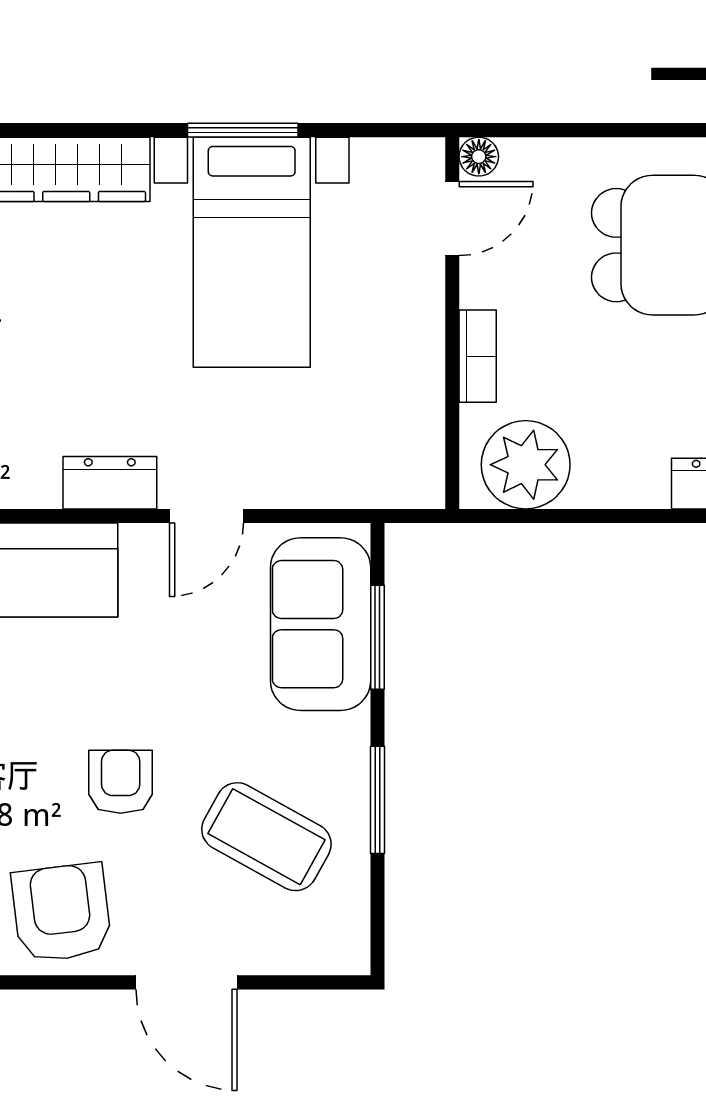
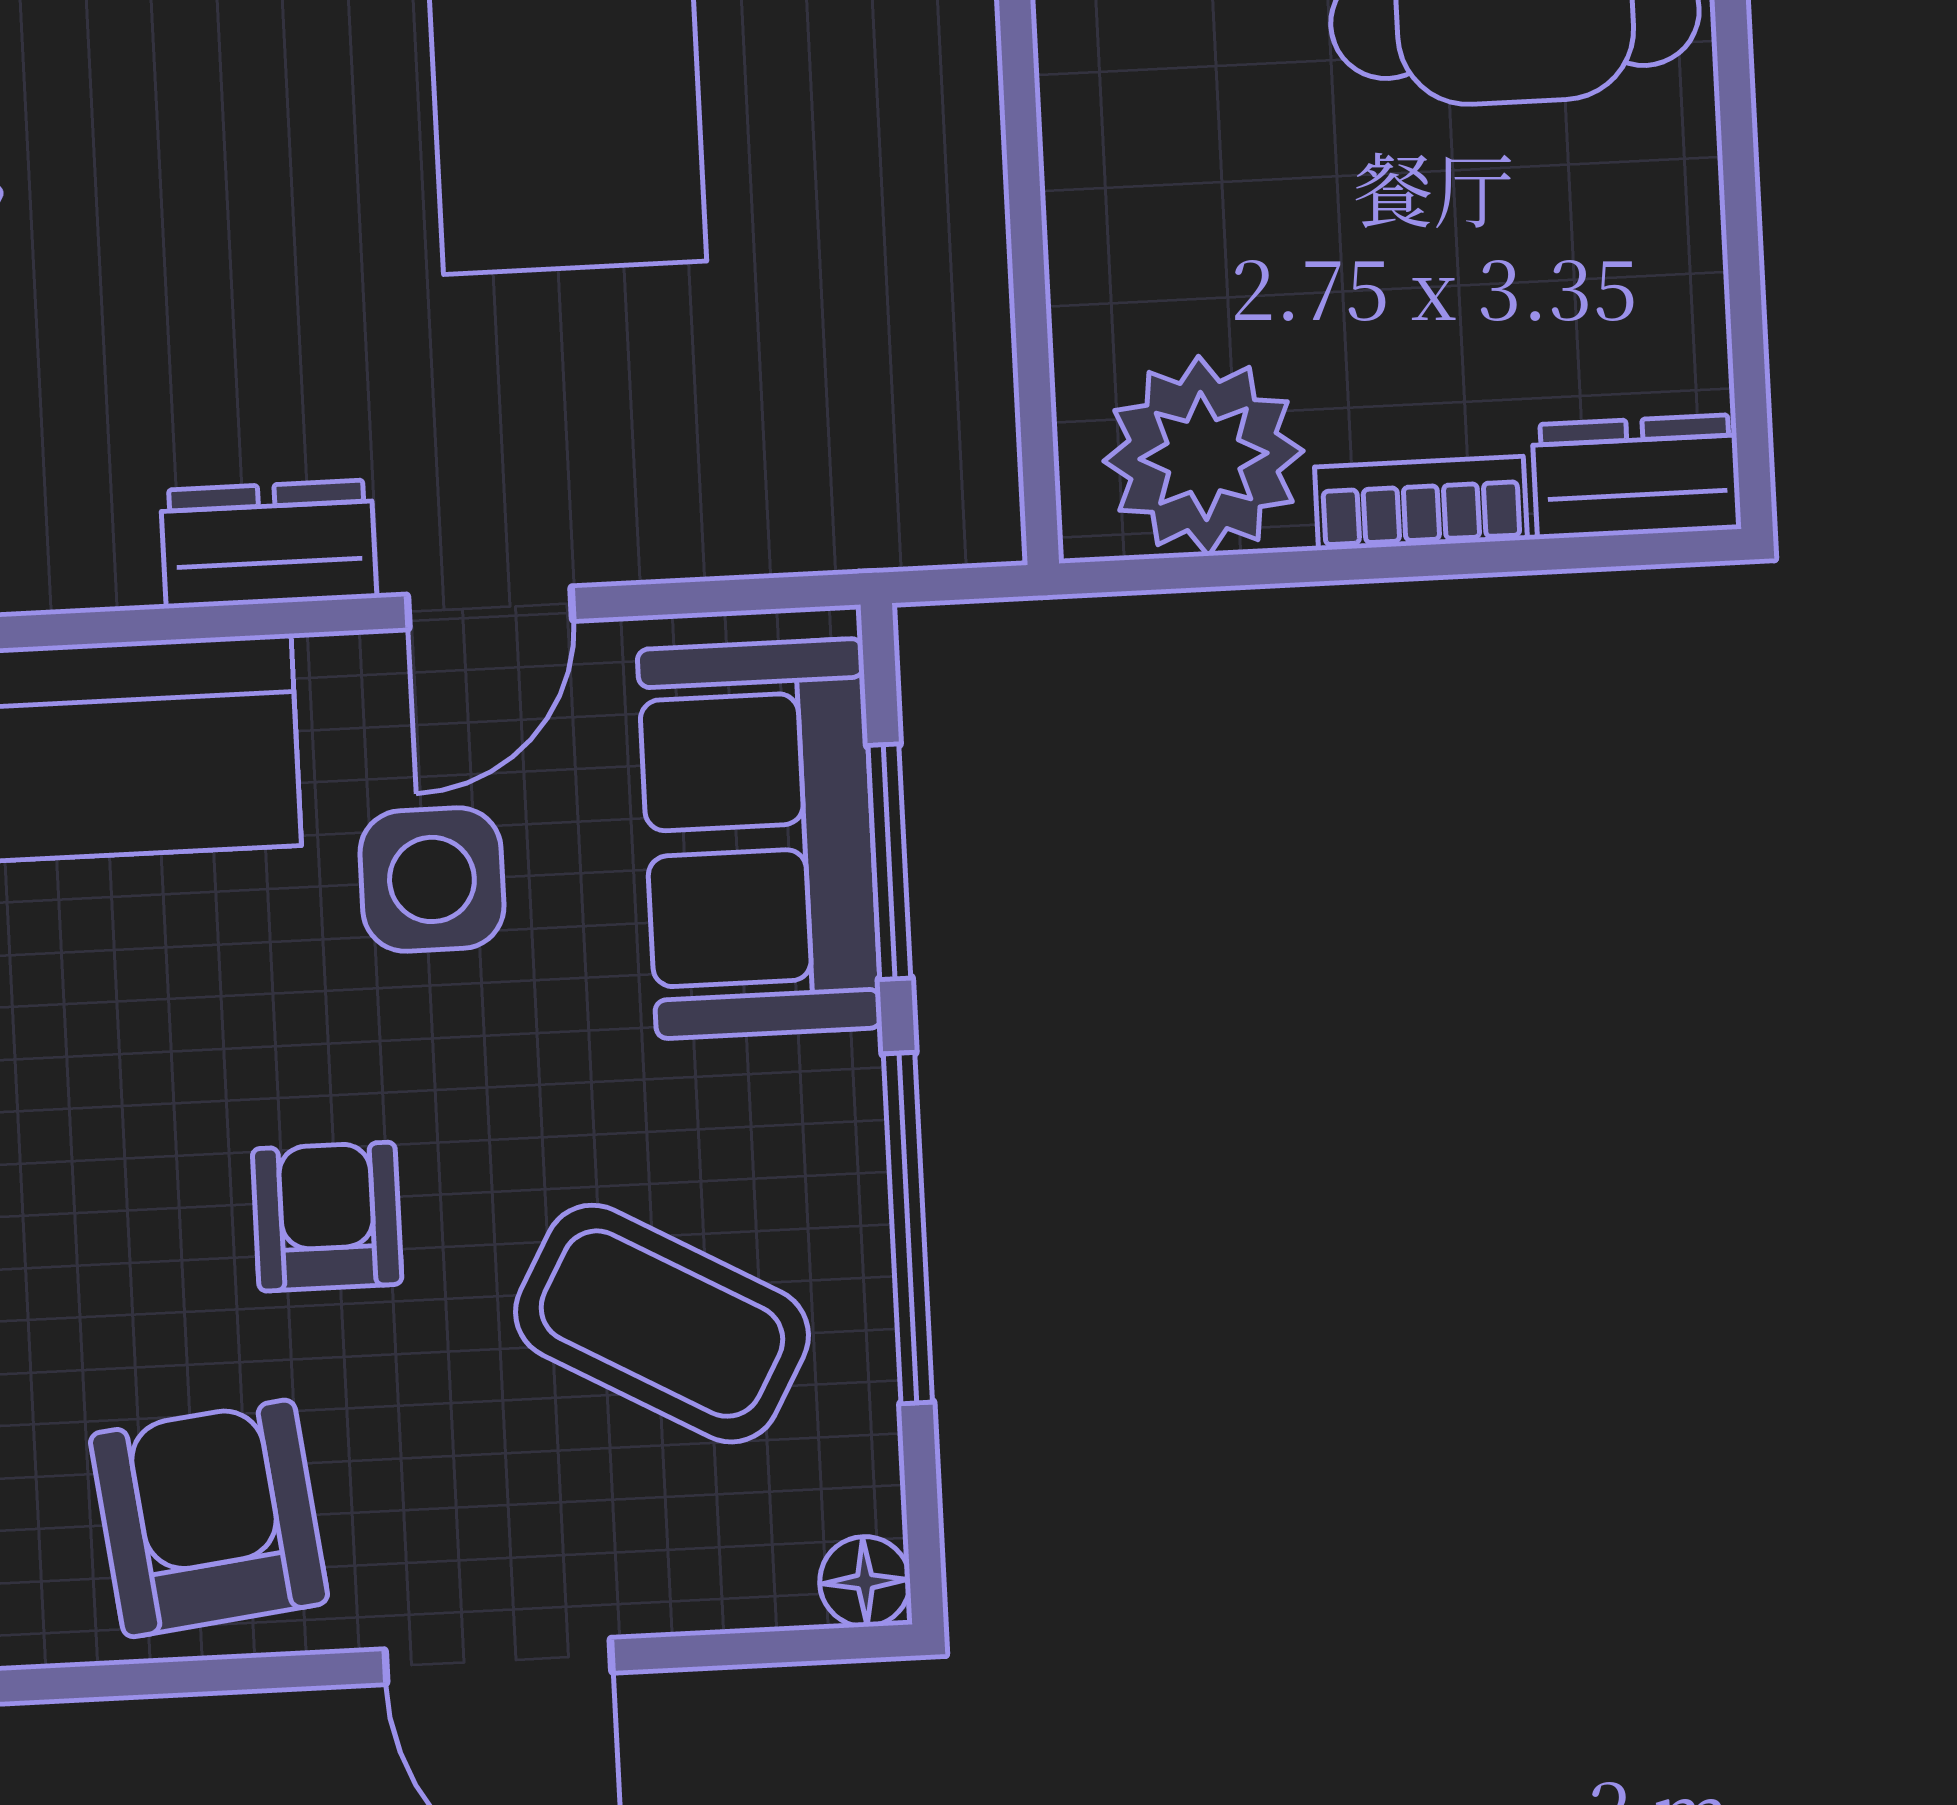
bookcase: (478, 356) -> (1421, 503), moved, turned -90
side table: (175, 635) -> (432, 879), added
window: (377, 800) -> (908, 1228), width x1.44
floor lamp: (351, 955) -> (865, 1582), added

